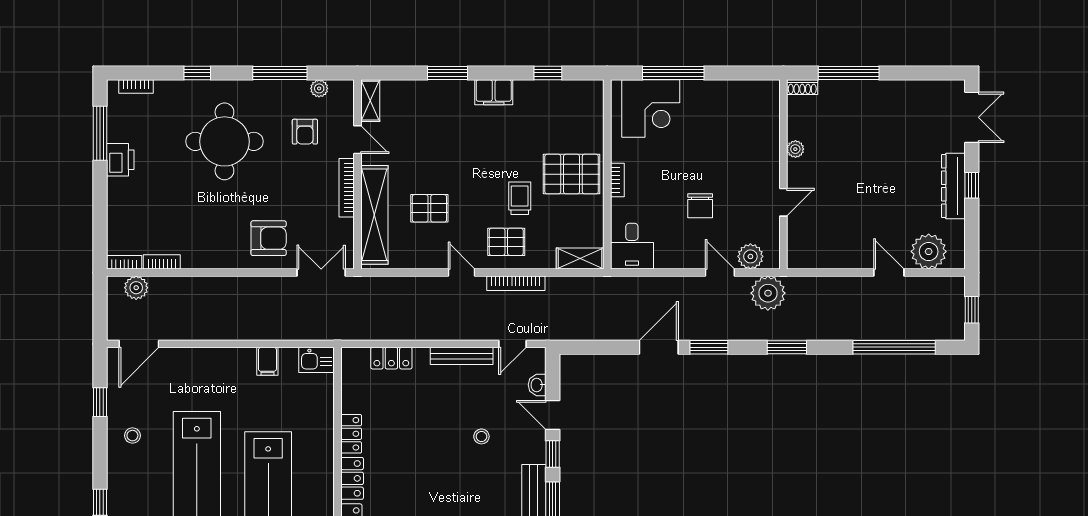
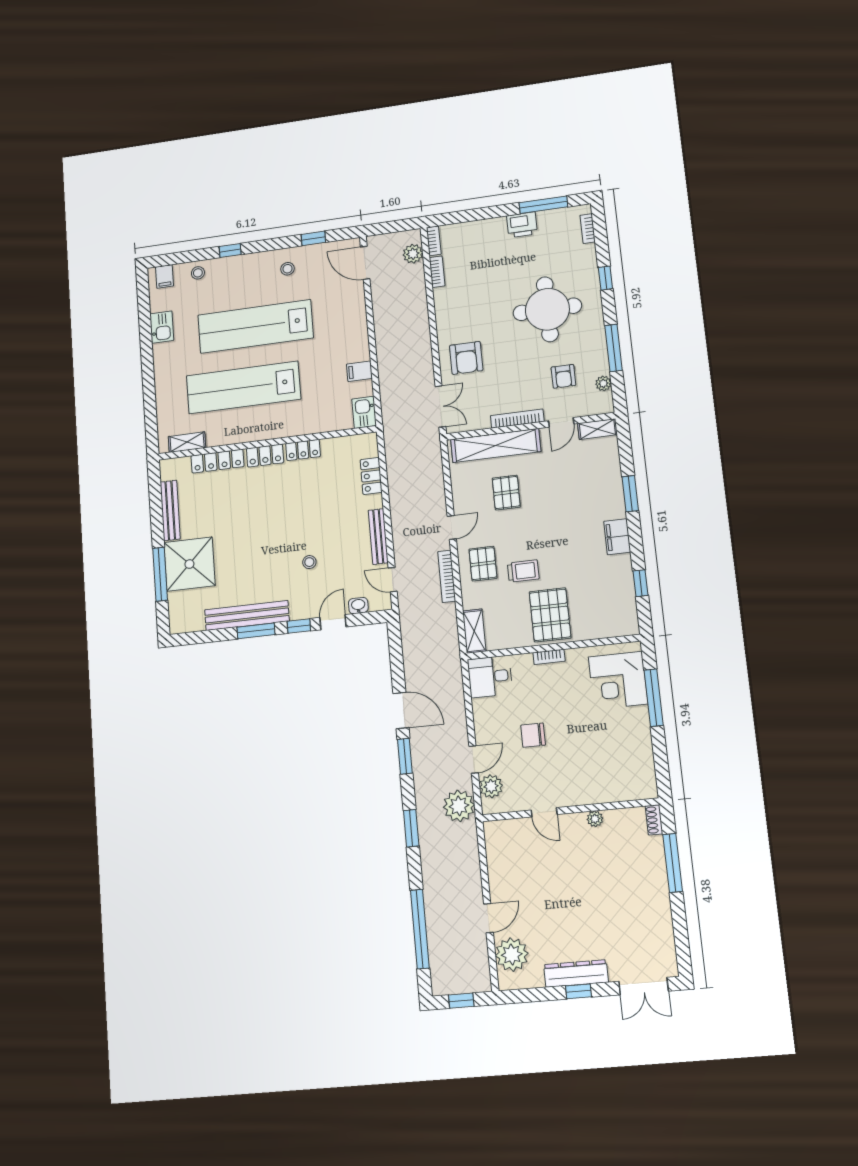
armchair: (305, 132) -> (563, 376), turned -90

